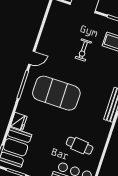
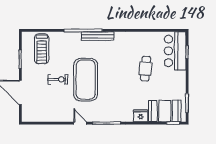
exercise mat: (56, 93) -> (86, 80), moved
cafe table: (80, 146) -> (146, 69), moved

